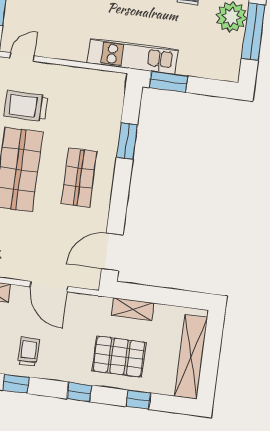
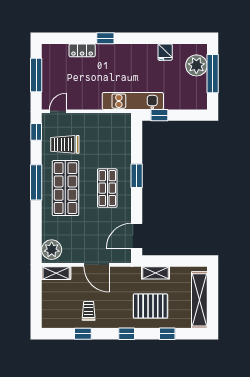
window: (168, 82) -> (159, 115), width x0.67
window: (127, 141) -> (137, 176), moved

